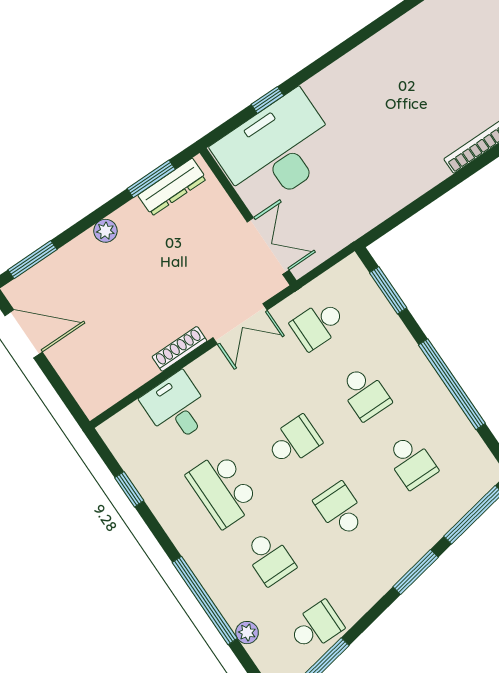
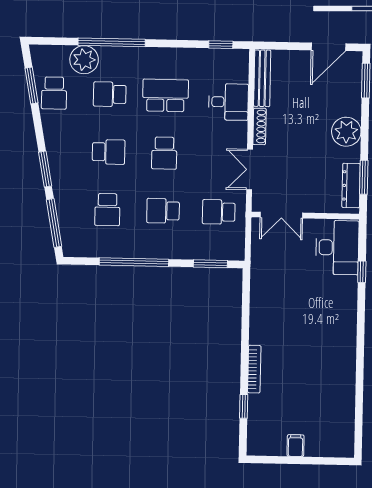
desk: (277, 150) -> (337, 247), width x0.73, depth x0.77
plant: (105, 231) -> (346, 132), width x1.88, depth x1.88
school desk: (318, 325) -> (219, 212), turned -90
bench: (119, 387) -> (262, 78), added
school desk: (411, 462) -> (107, 210), turned -90
window: (129, 489) -> (221, 45), moved
plant: (247, 633) -> (84, 60), width x1.87, depth x1.87

